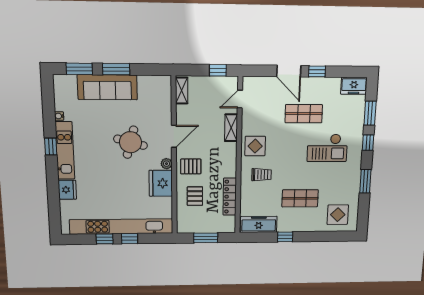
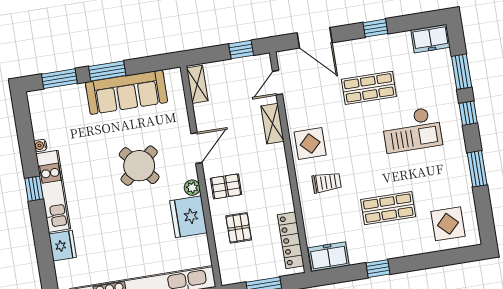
door: (289, 71) -> (315, 38), moved
sofa: (107, 87) -> (126, 92), moved
round table: (130, 142) -> (139, 166), turned 35
locker: (230, 197) -> (291, 240), moved
freezer: (259, 224) -> (329, 257), width x0.71

